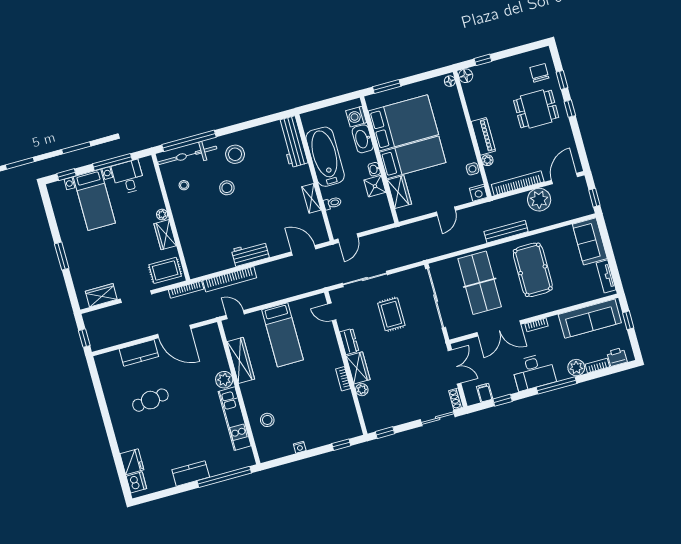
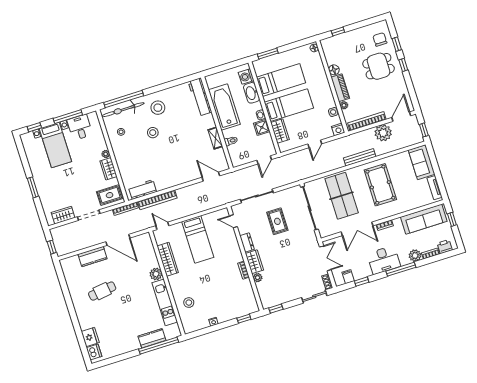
floor lamp: (466, 76) -> (334, 70), moved
bed: (403, 123) -> (281, 80), width x0.67
door: (348, 238) -> (264, 160), moved
workbench: (250, 253) -> (142, 190), moved
kitchen counter: (191, 473) -> (152, 338), moved

